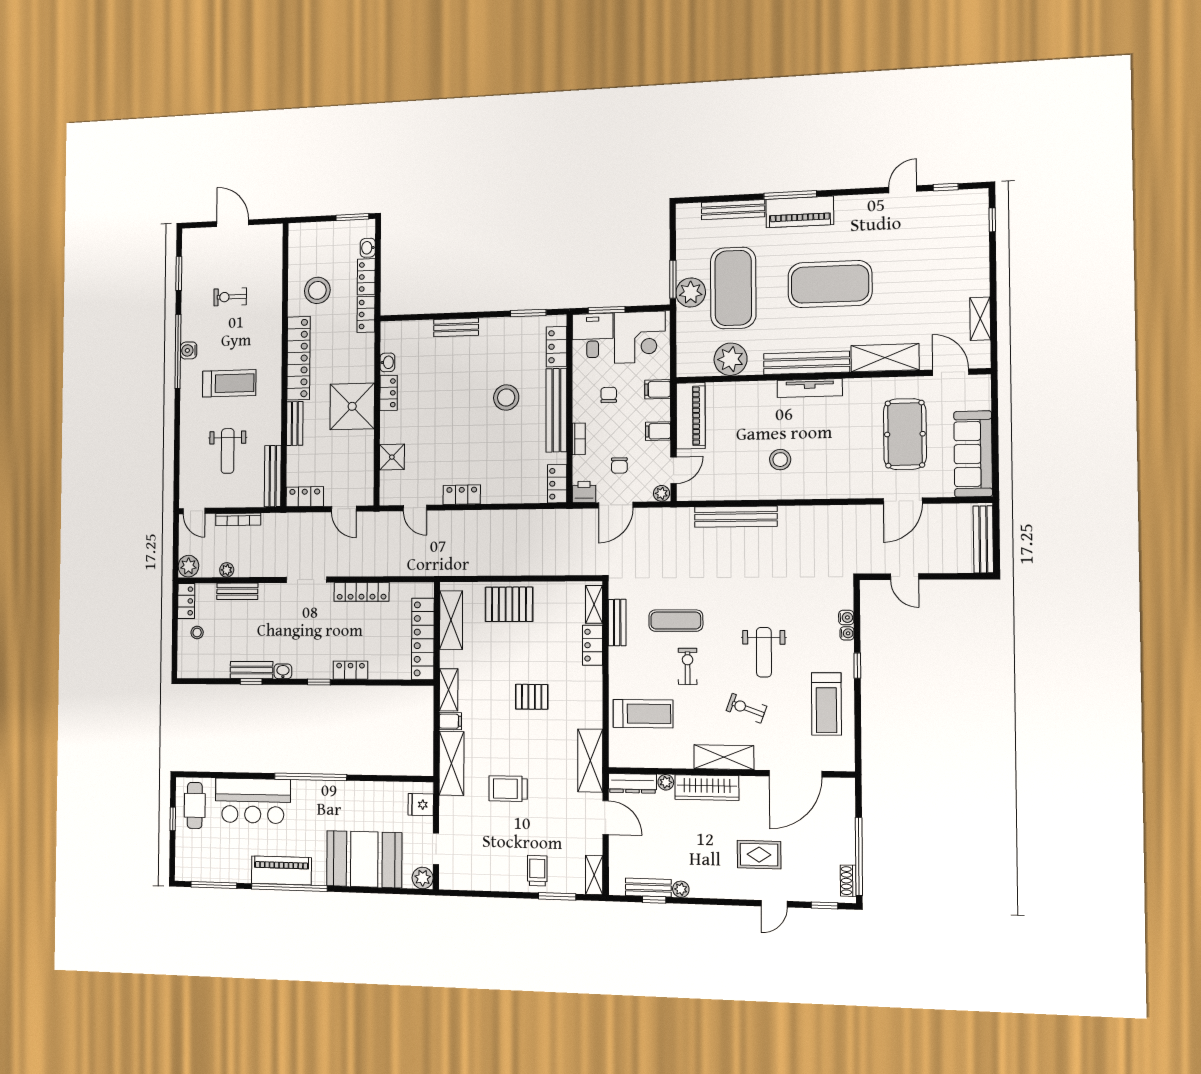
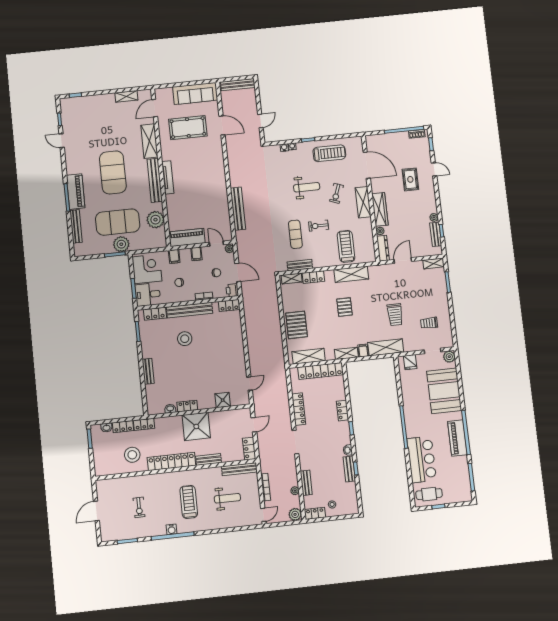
stool: (780, 460) -> (206, 189), removed
locker: (462, 495) -> (240, 358), removed
shelving: (590, 760) -> (351, 274), moved
trolley: (537, 871) -> (429, 323), moved

